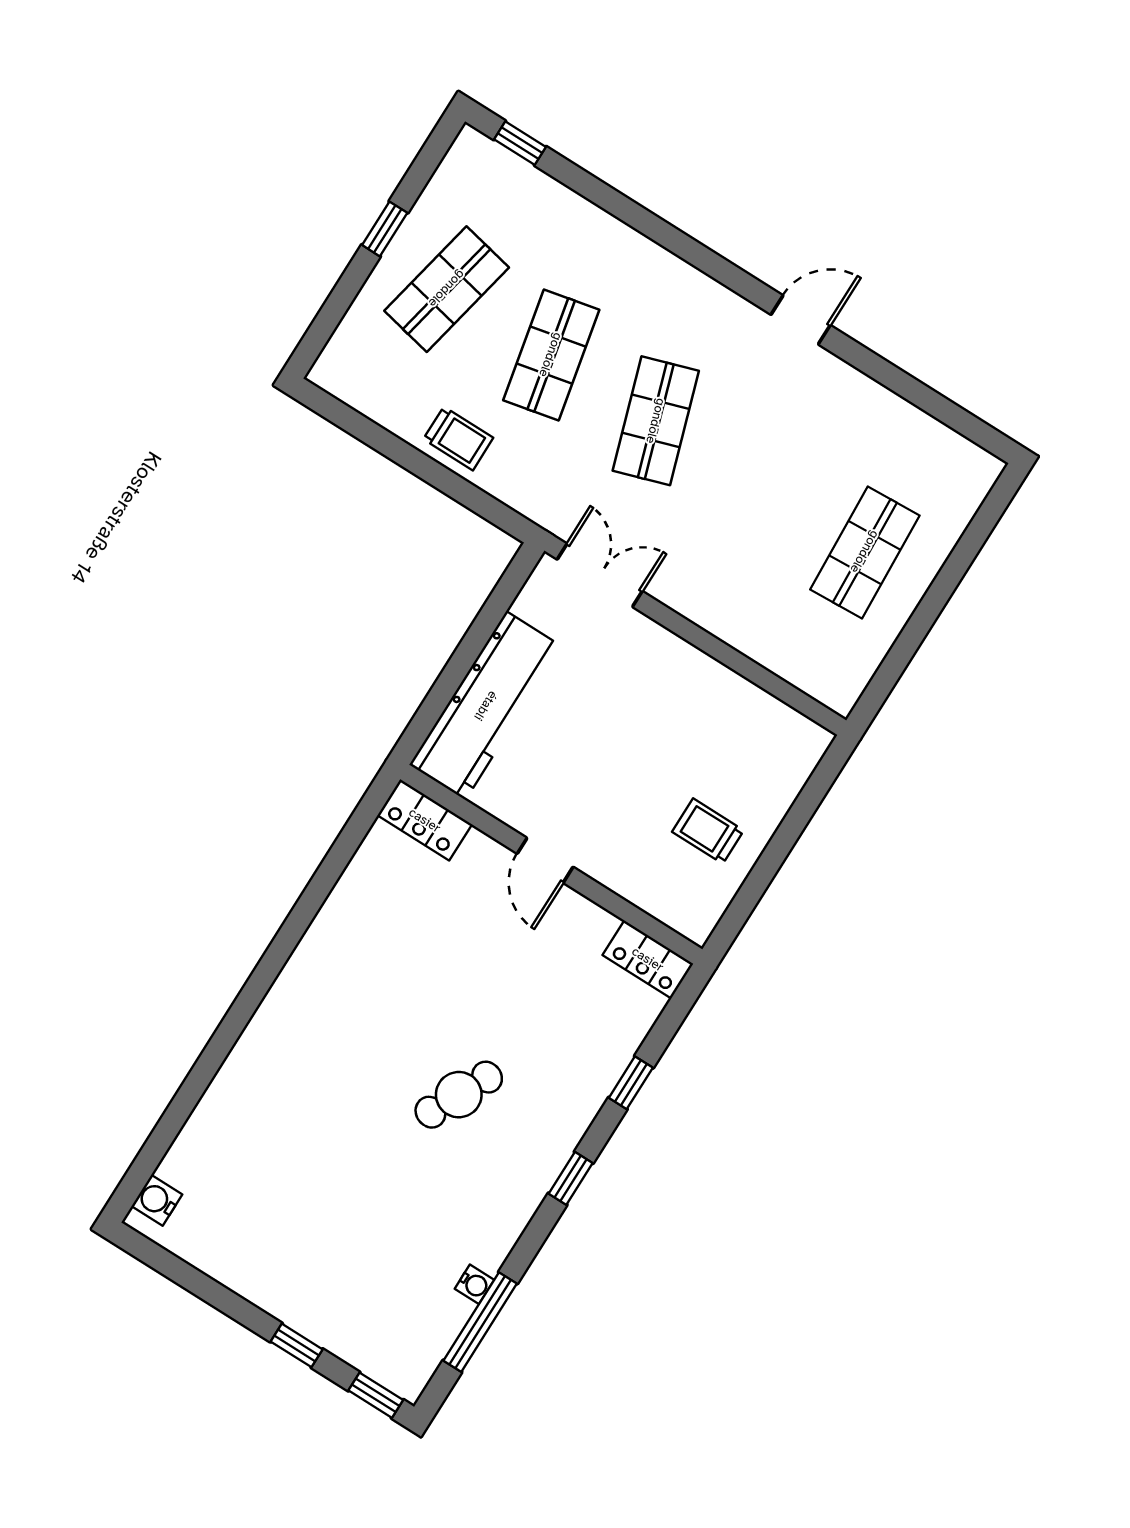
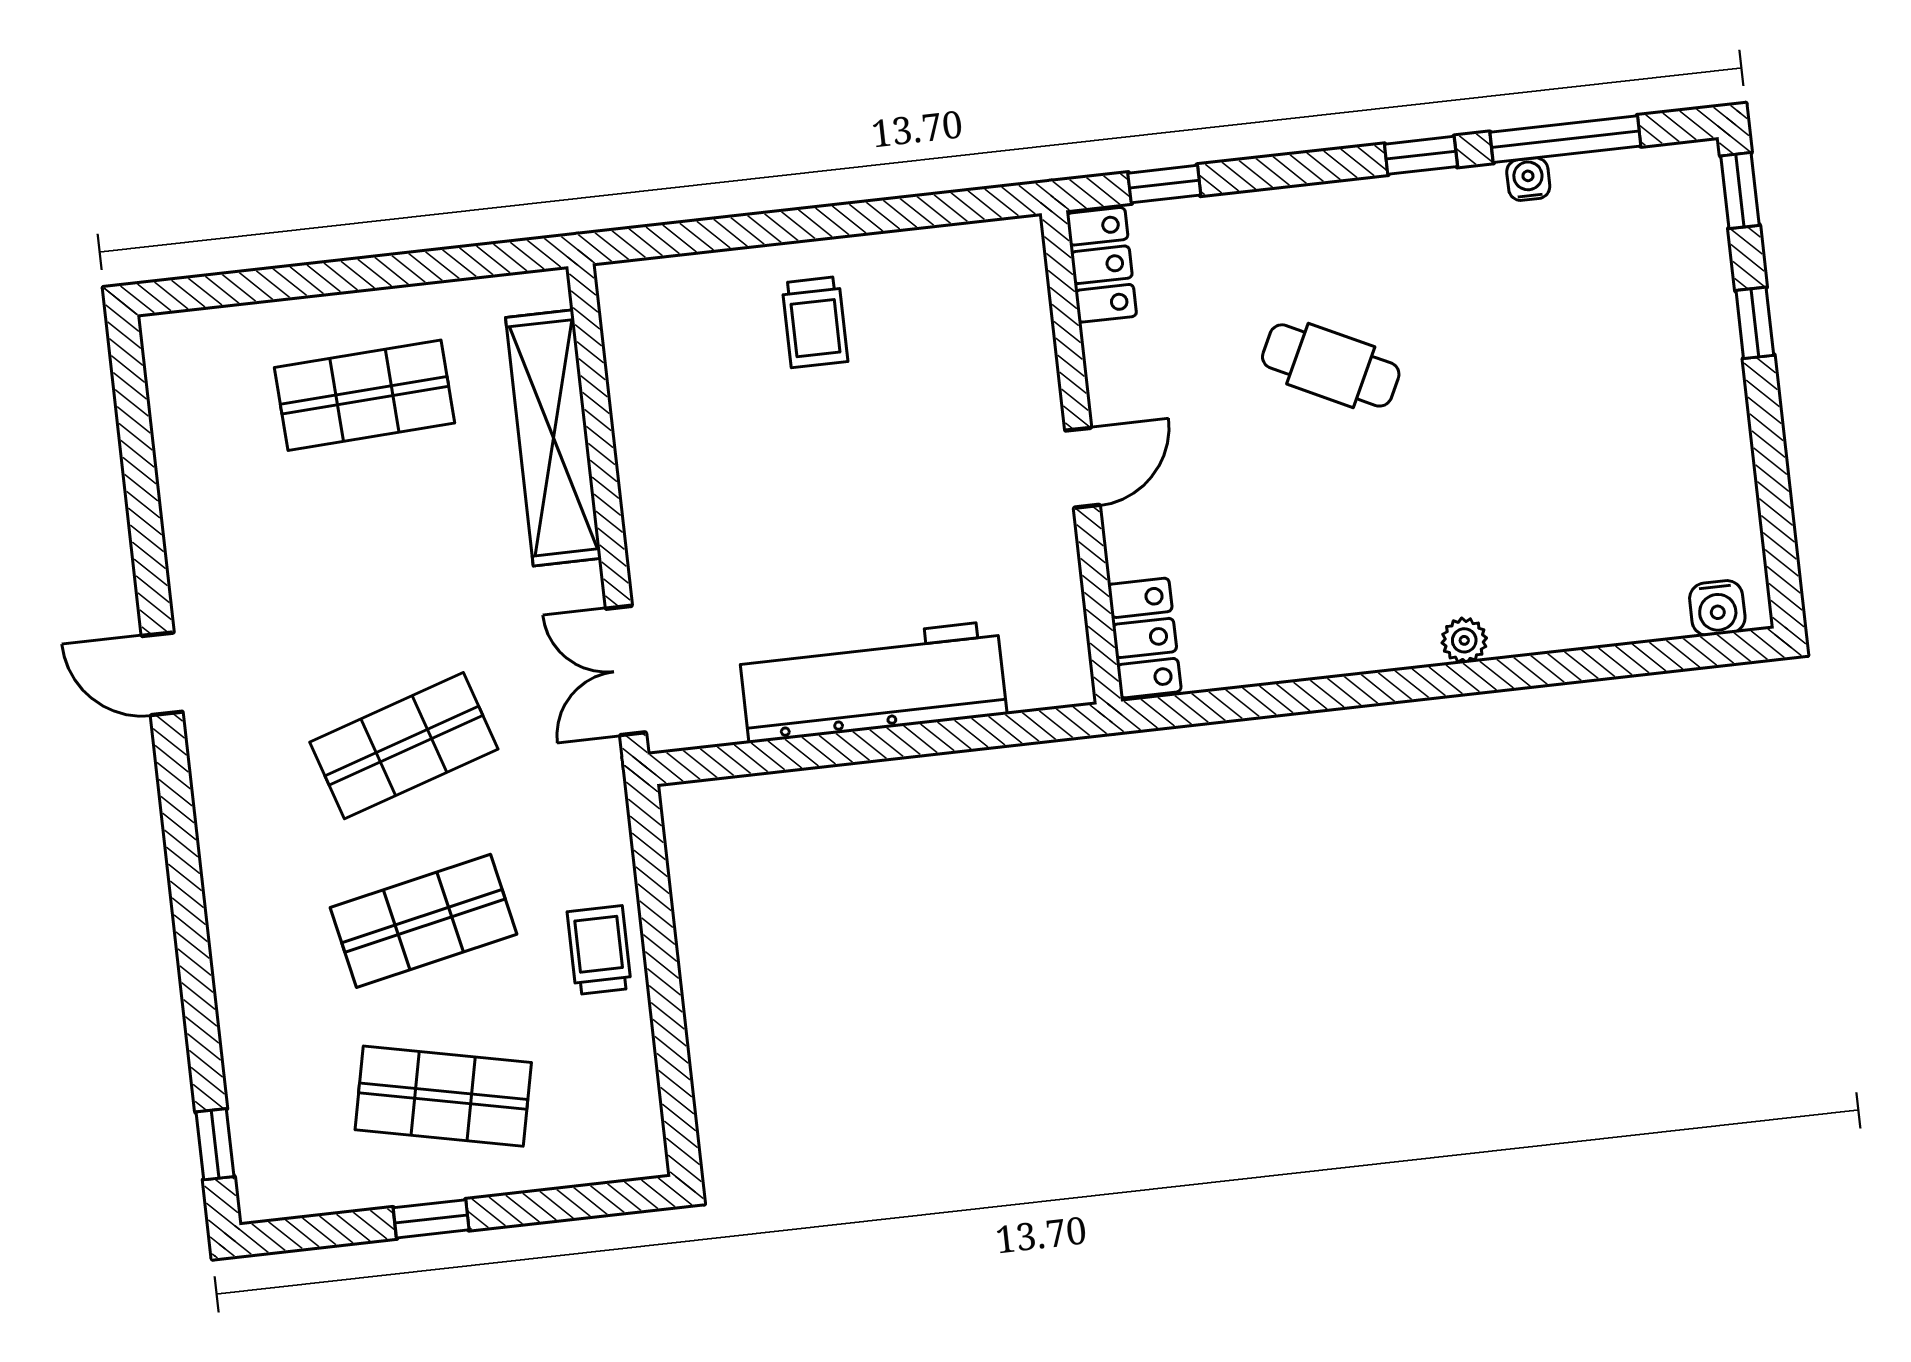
shelving: (759, 637) -> (553, 438), added
locker: (425, 820) -> (1145, 638), moved
door: (545, 860) -> (1082, 468), moved
wall: (551, 864) -> (1081, 457), moved
locker: (648, 959) -> (1101, 265), moved
plant: (250, 1048) -> (1464, 640), added
window: (571, 1178) -> (1421, 155), moved

